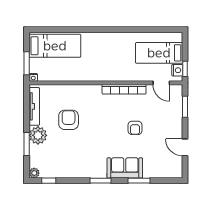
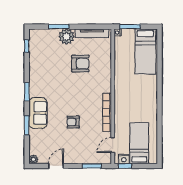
plant: (34, 173) -> (33, 159), moved

